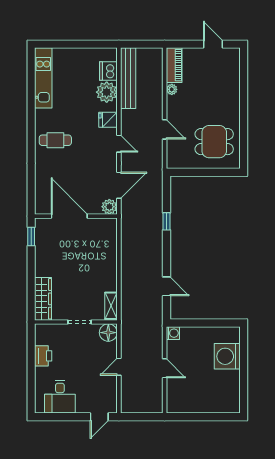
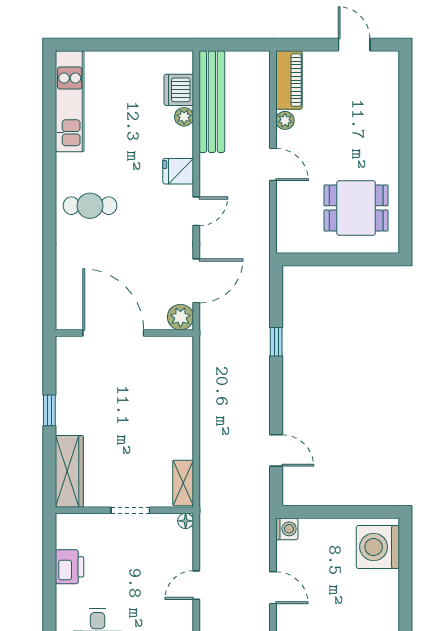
plant: (107, 92) -> (184, 117), width x0.53, depth x0.53
door: (165, 129) -> (273, 164), moved
door: (119, 144) -> (196, 211), hinge flipped
window: (31, 236) -> (49, 410), moved
floor lamp: (108, 333) -> (186, 521), width x0.53, depth x0.53
washing machine: (227, 356) -> (378, 547), moved

